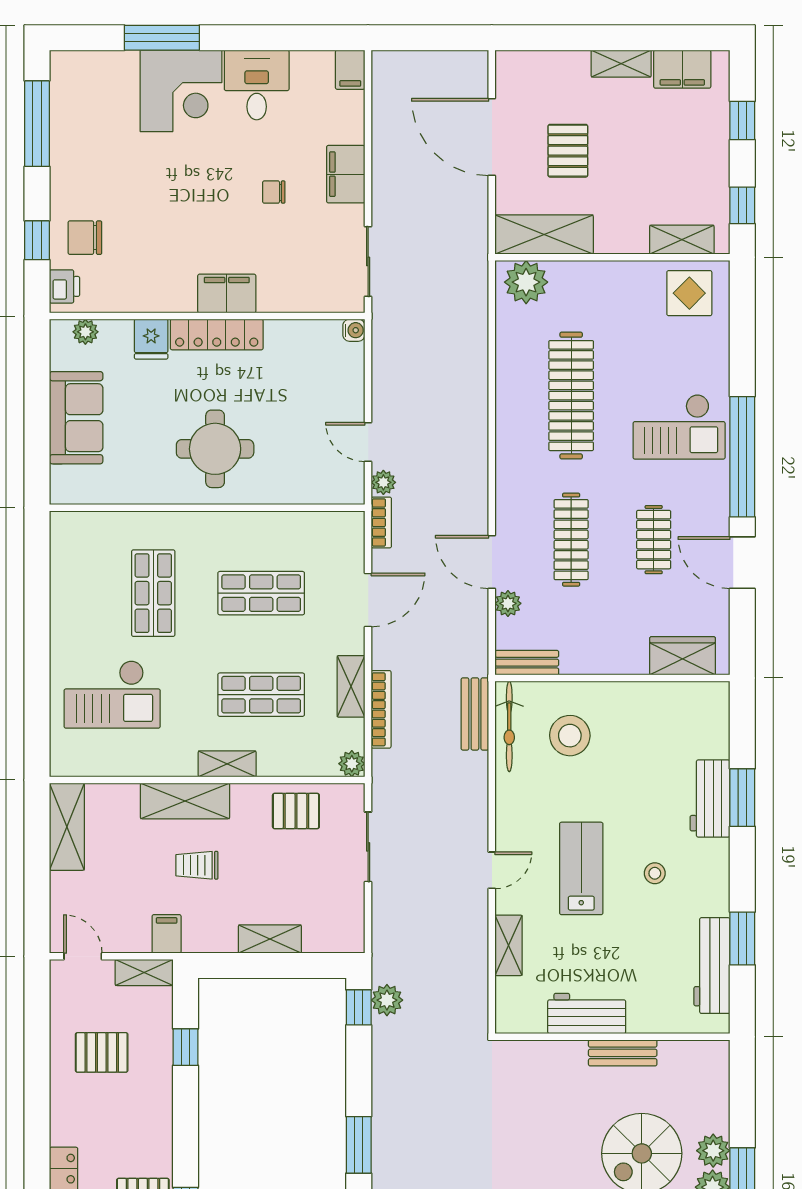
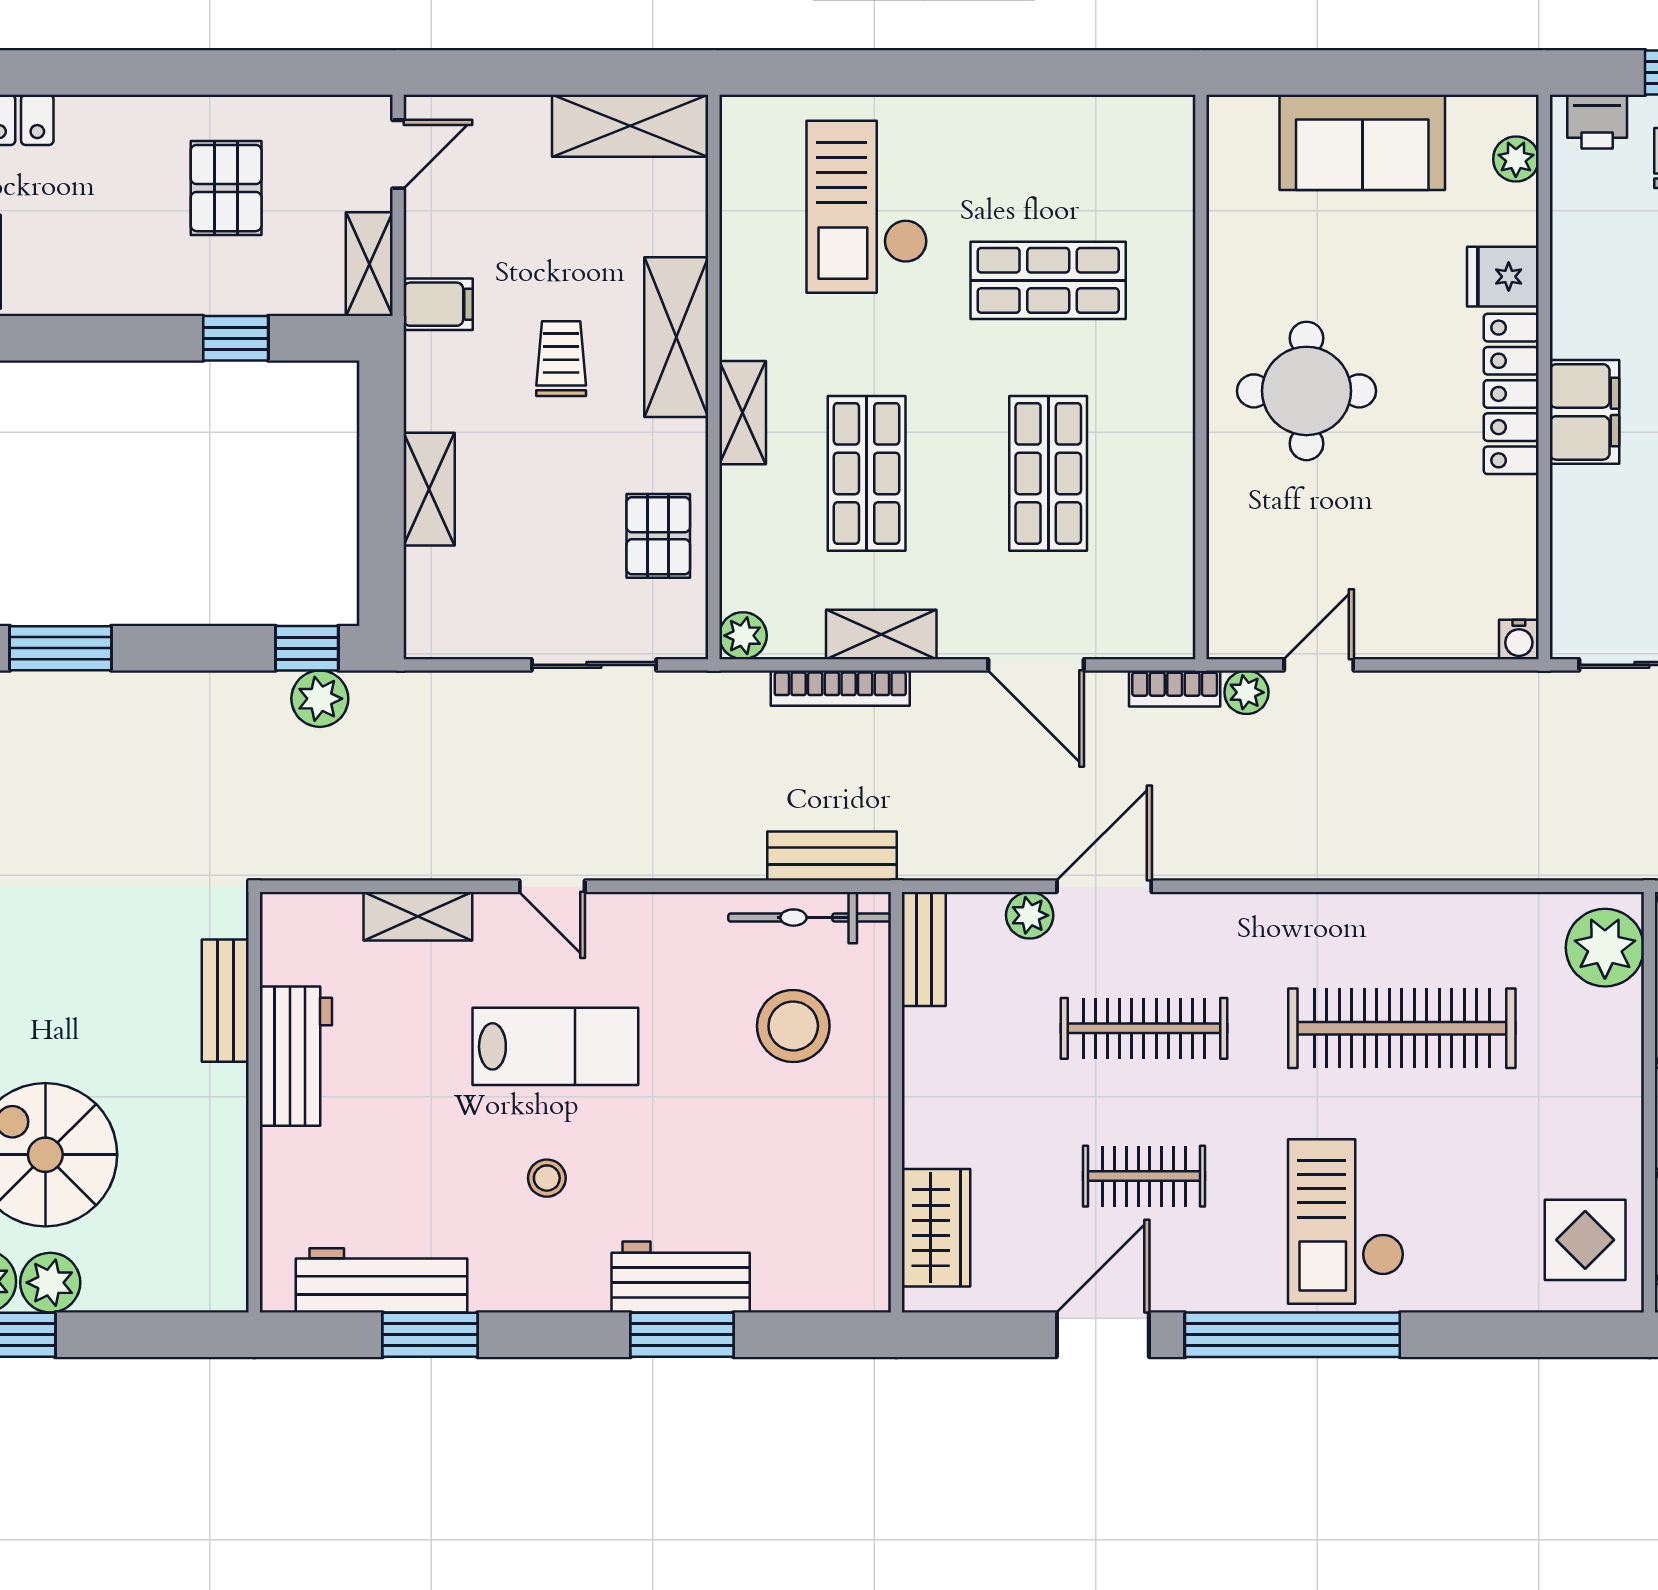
bench: (623, 1053) -> (225, 1001), moved

